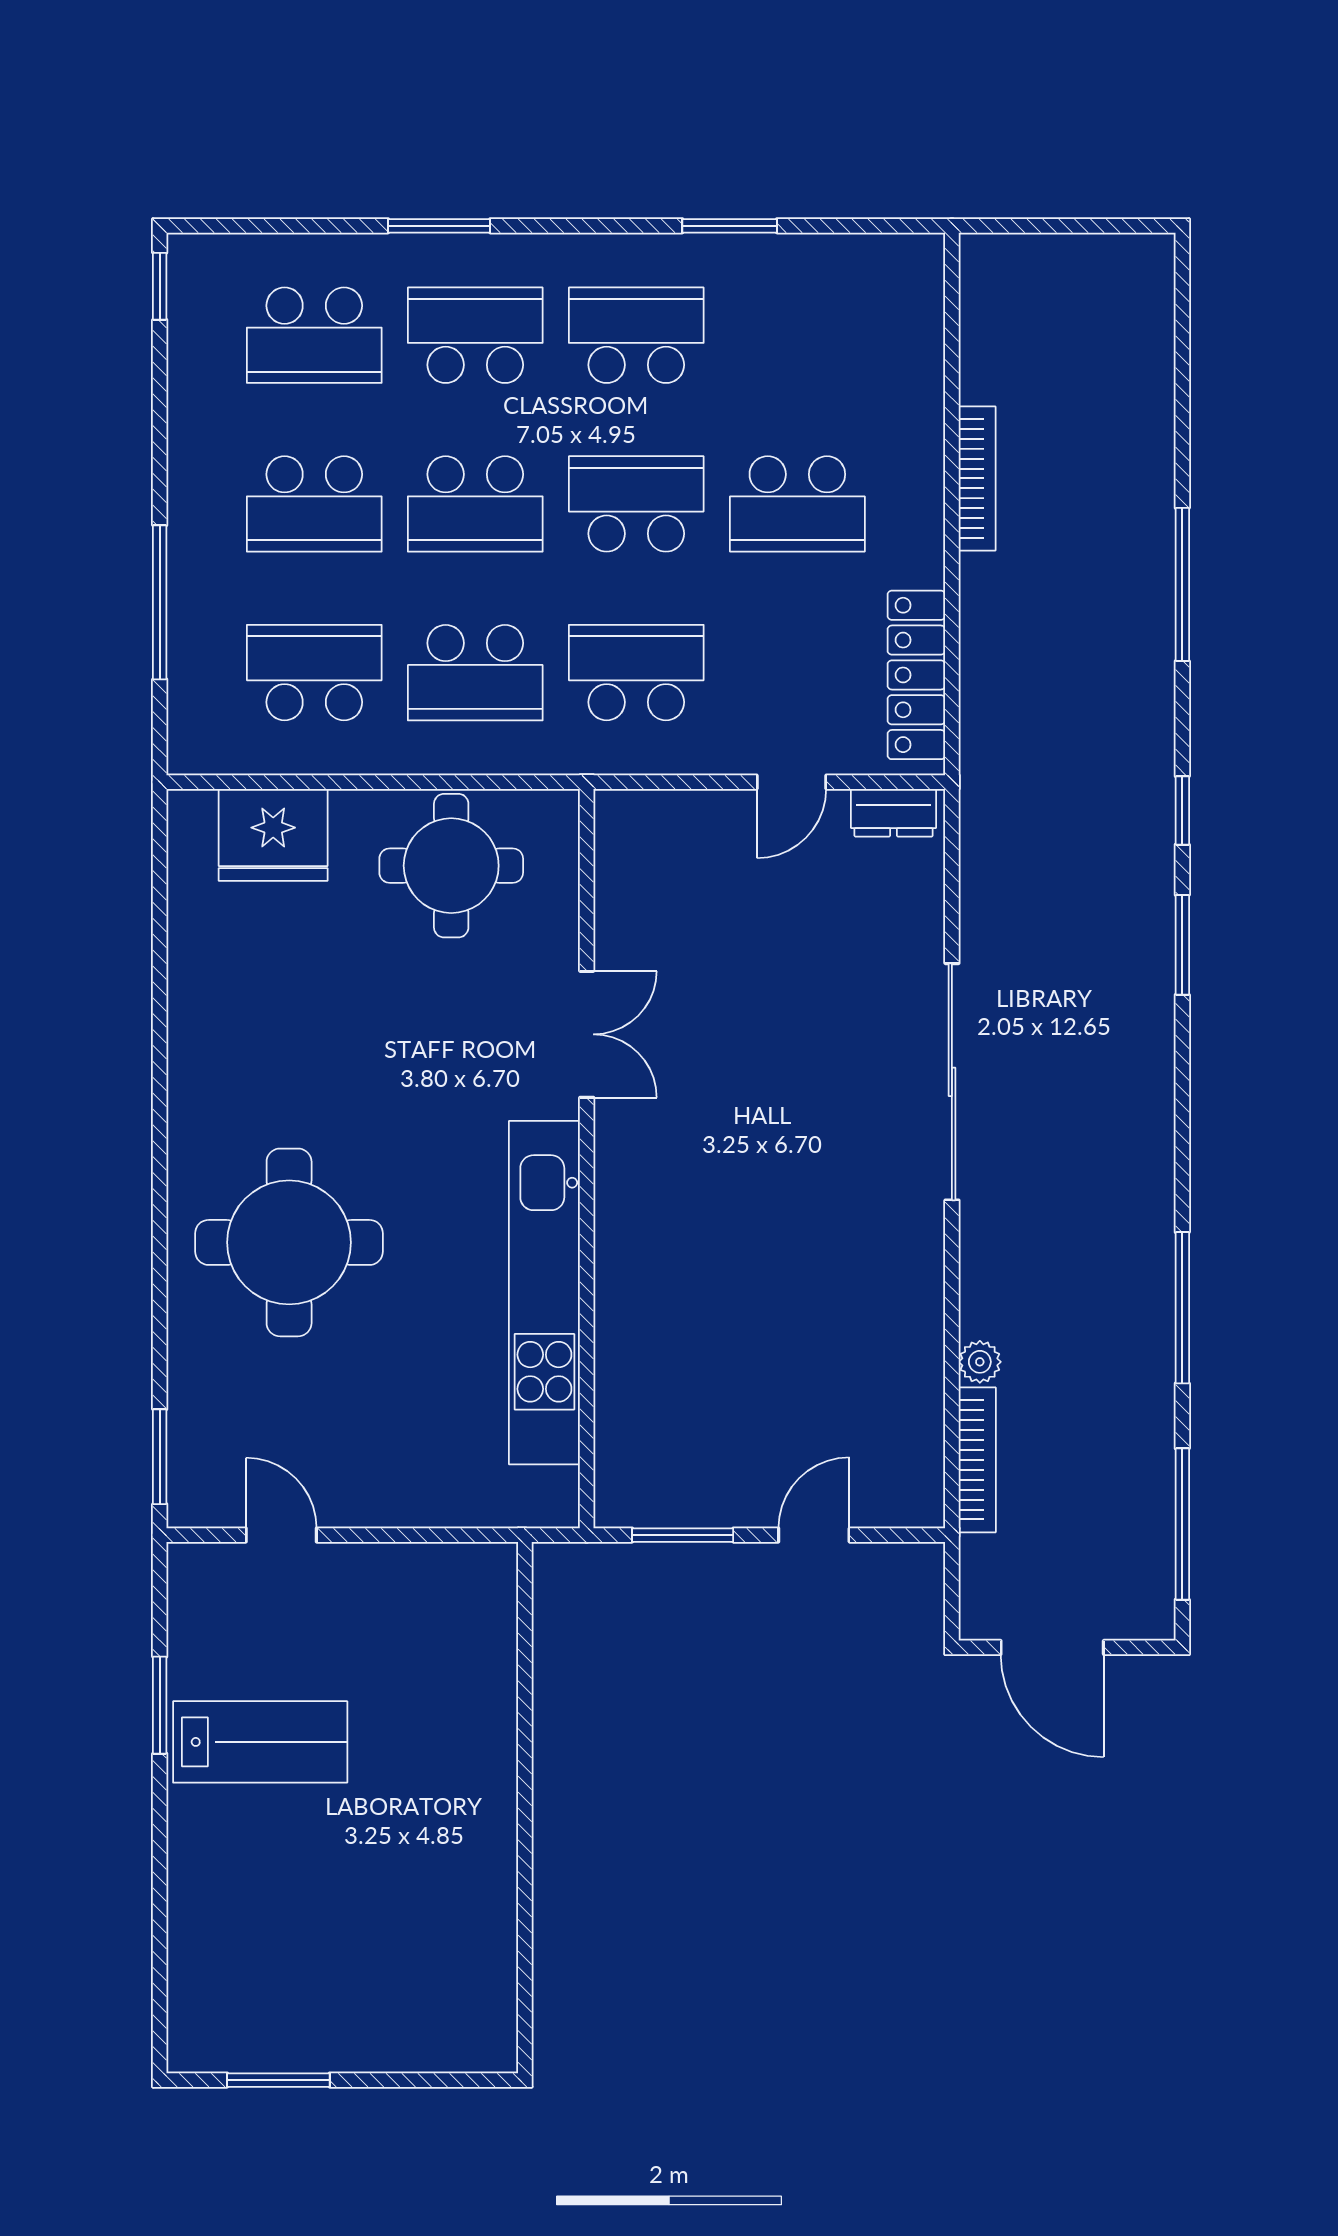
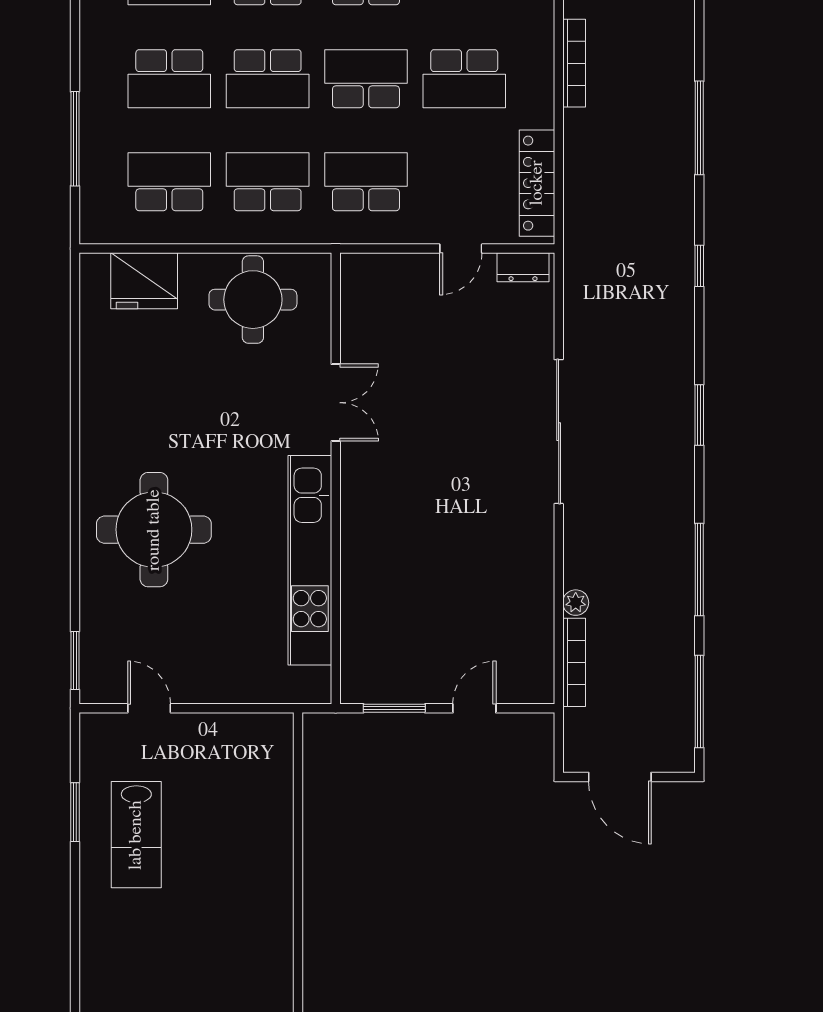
school desk: (475, 673) -> (268, 182), turned 180
window: (1182, 945) -> (699, 415), moved
lab bench: (260, 1742) -> (136, 835), turned 90

